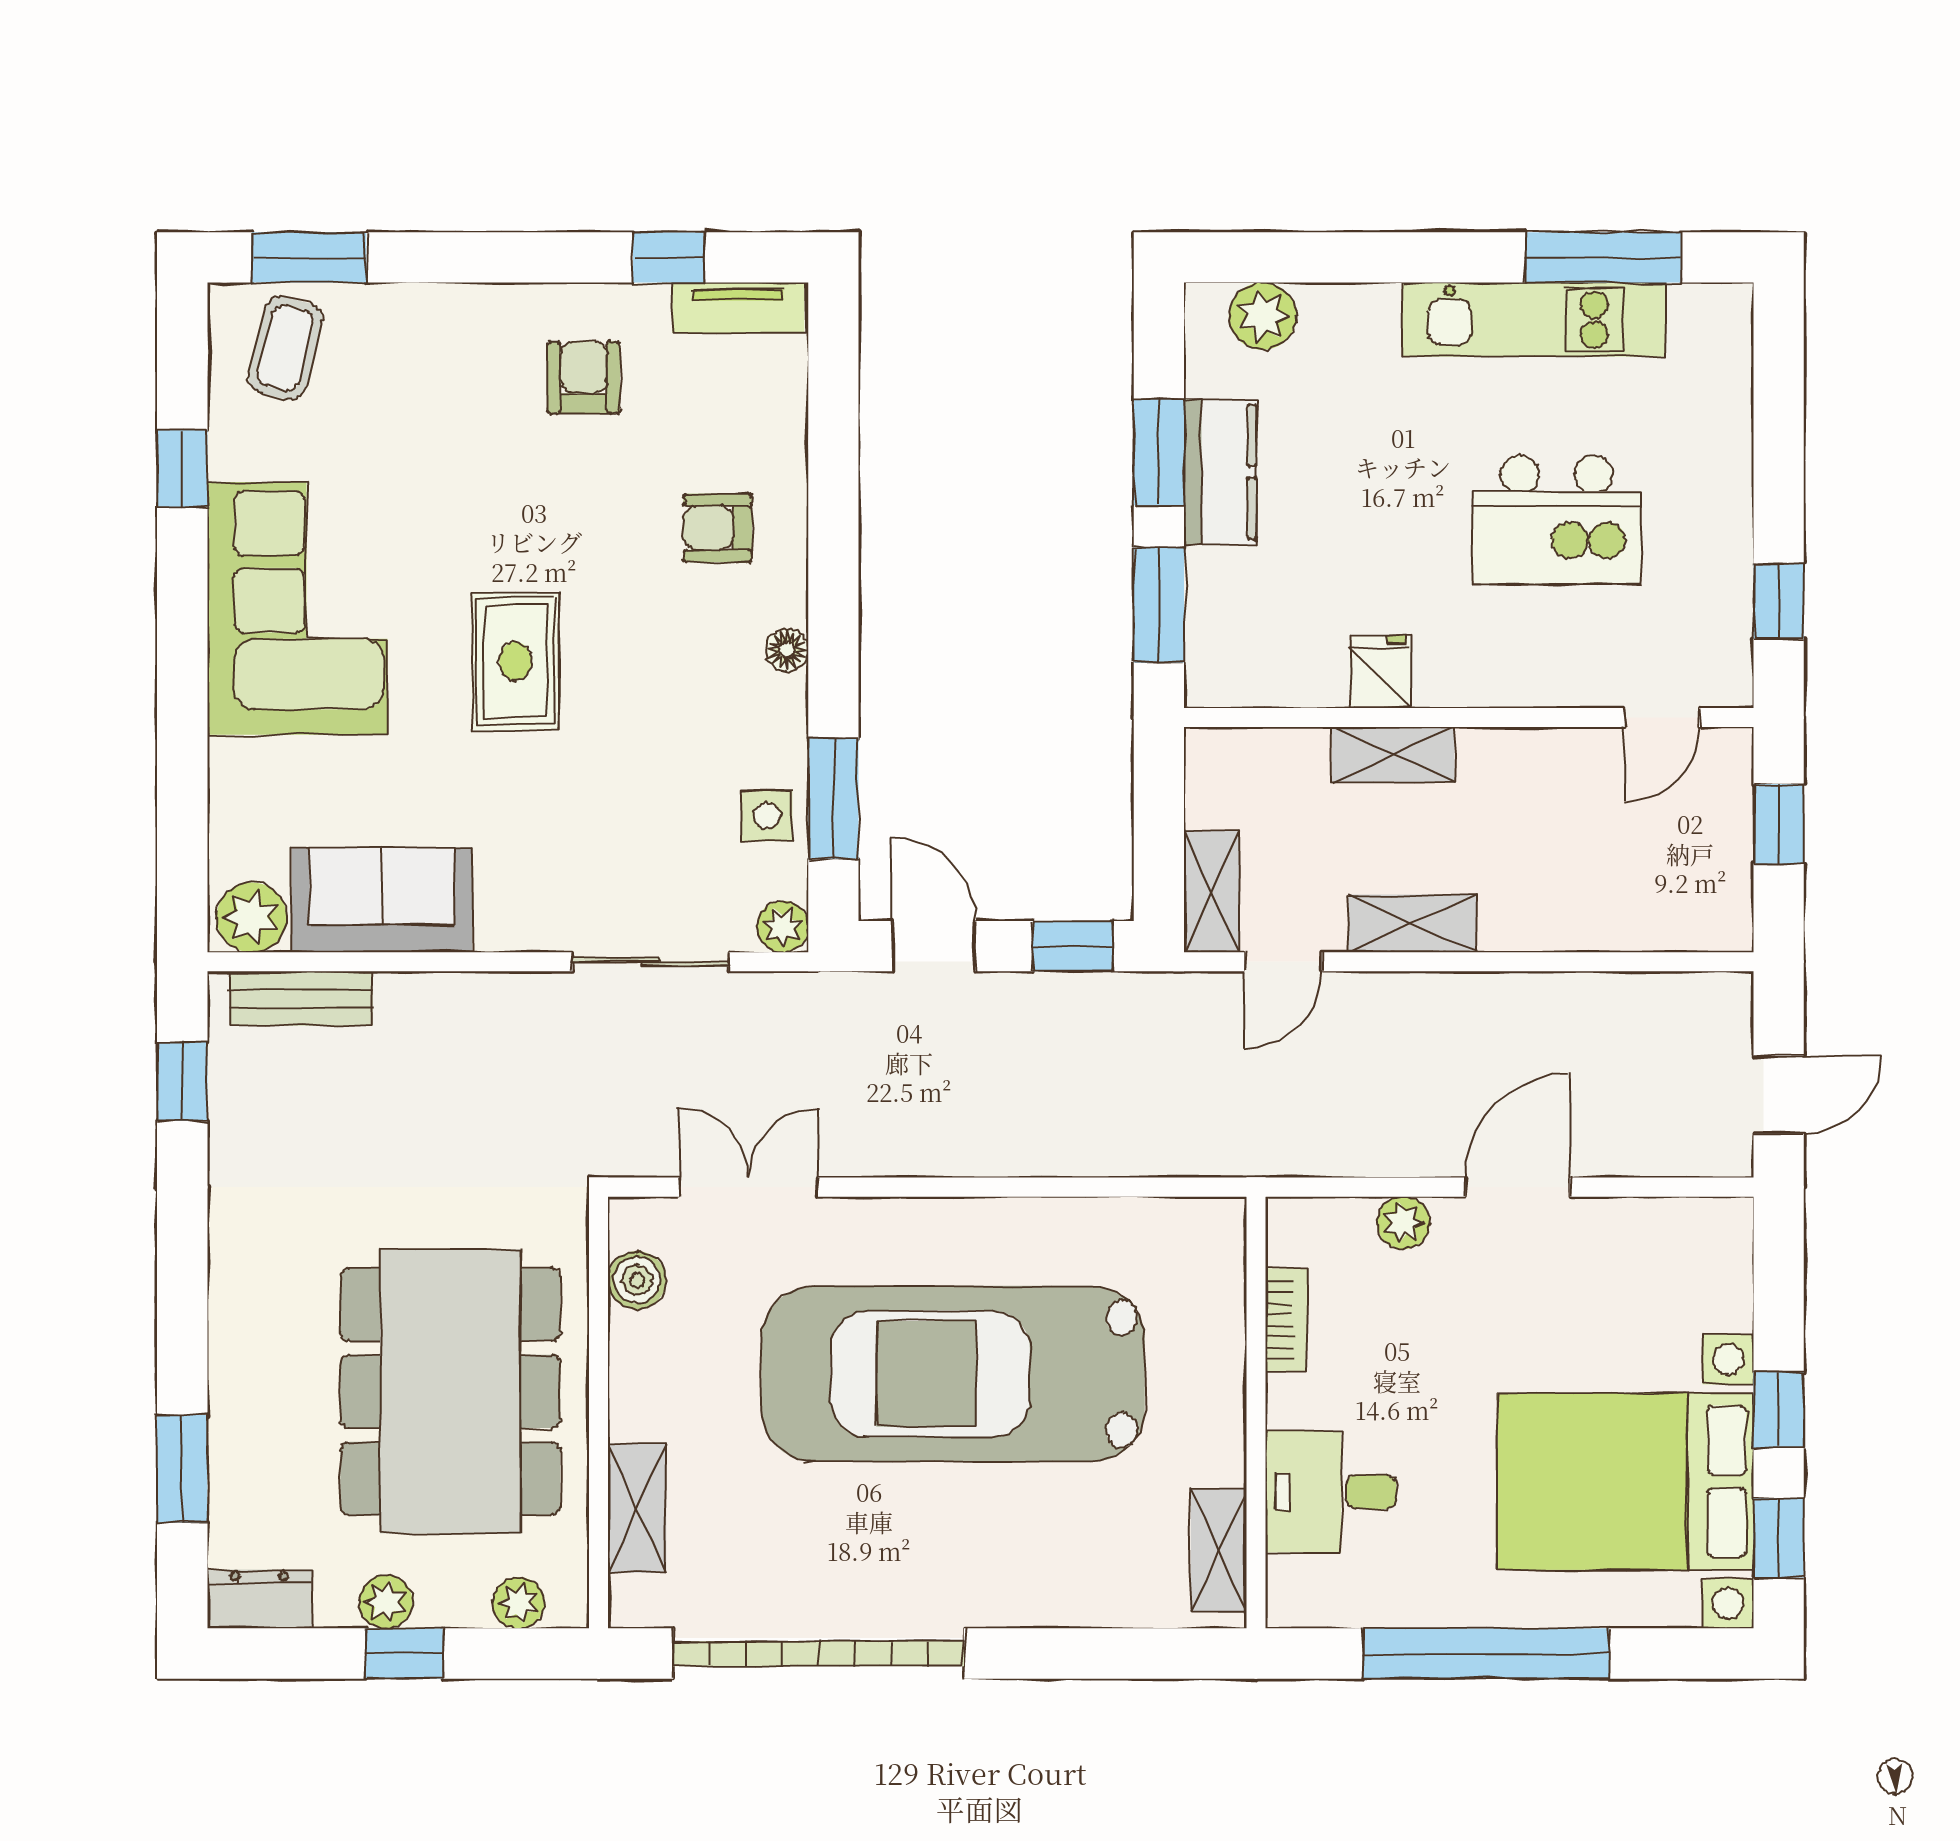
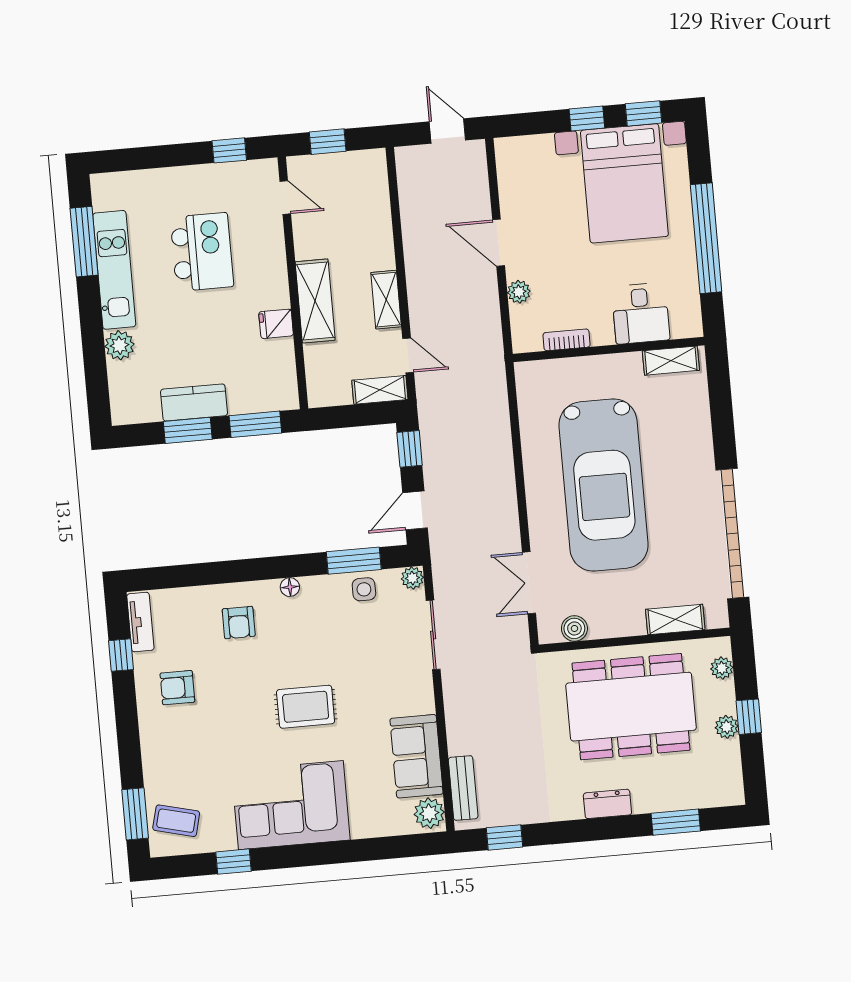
plant: (1263, 316) -> (119, 345), moved
shelving: (1393, 755) -> (315, 301), width x1.50, depth x1.33
dresser: (260, 1599) -> (607, 804), moved, turned 90

